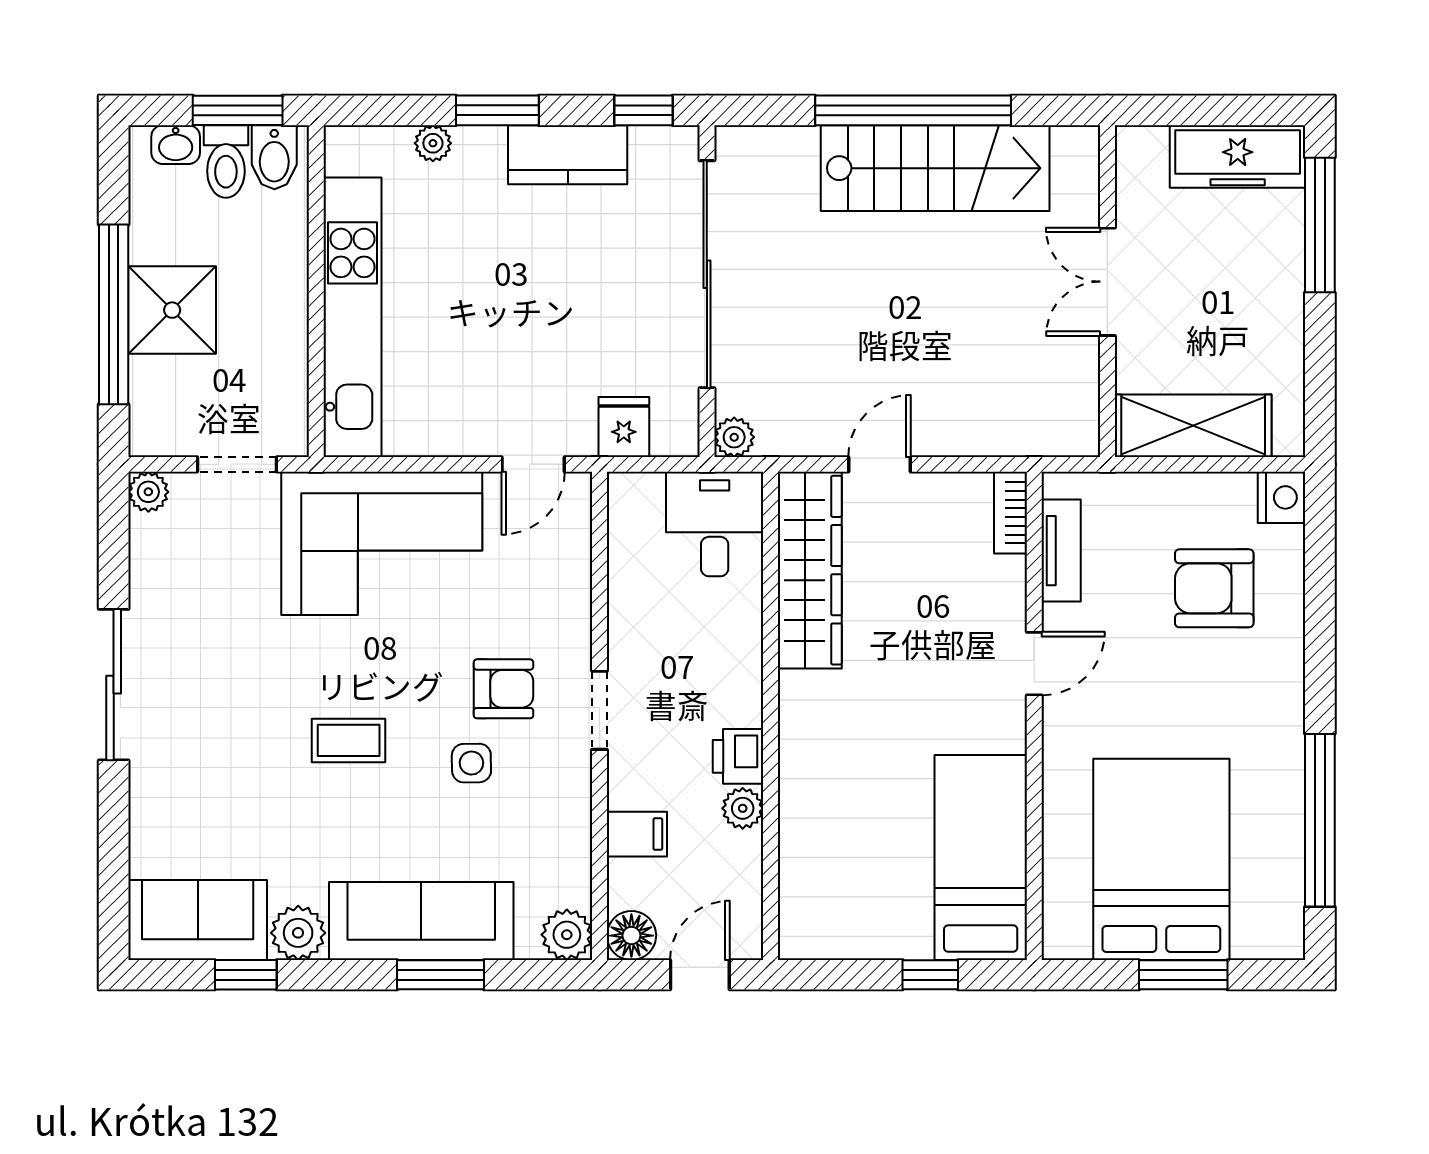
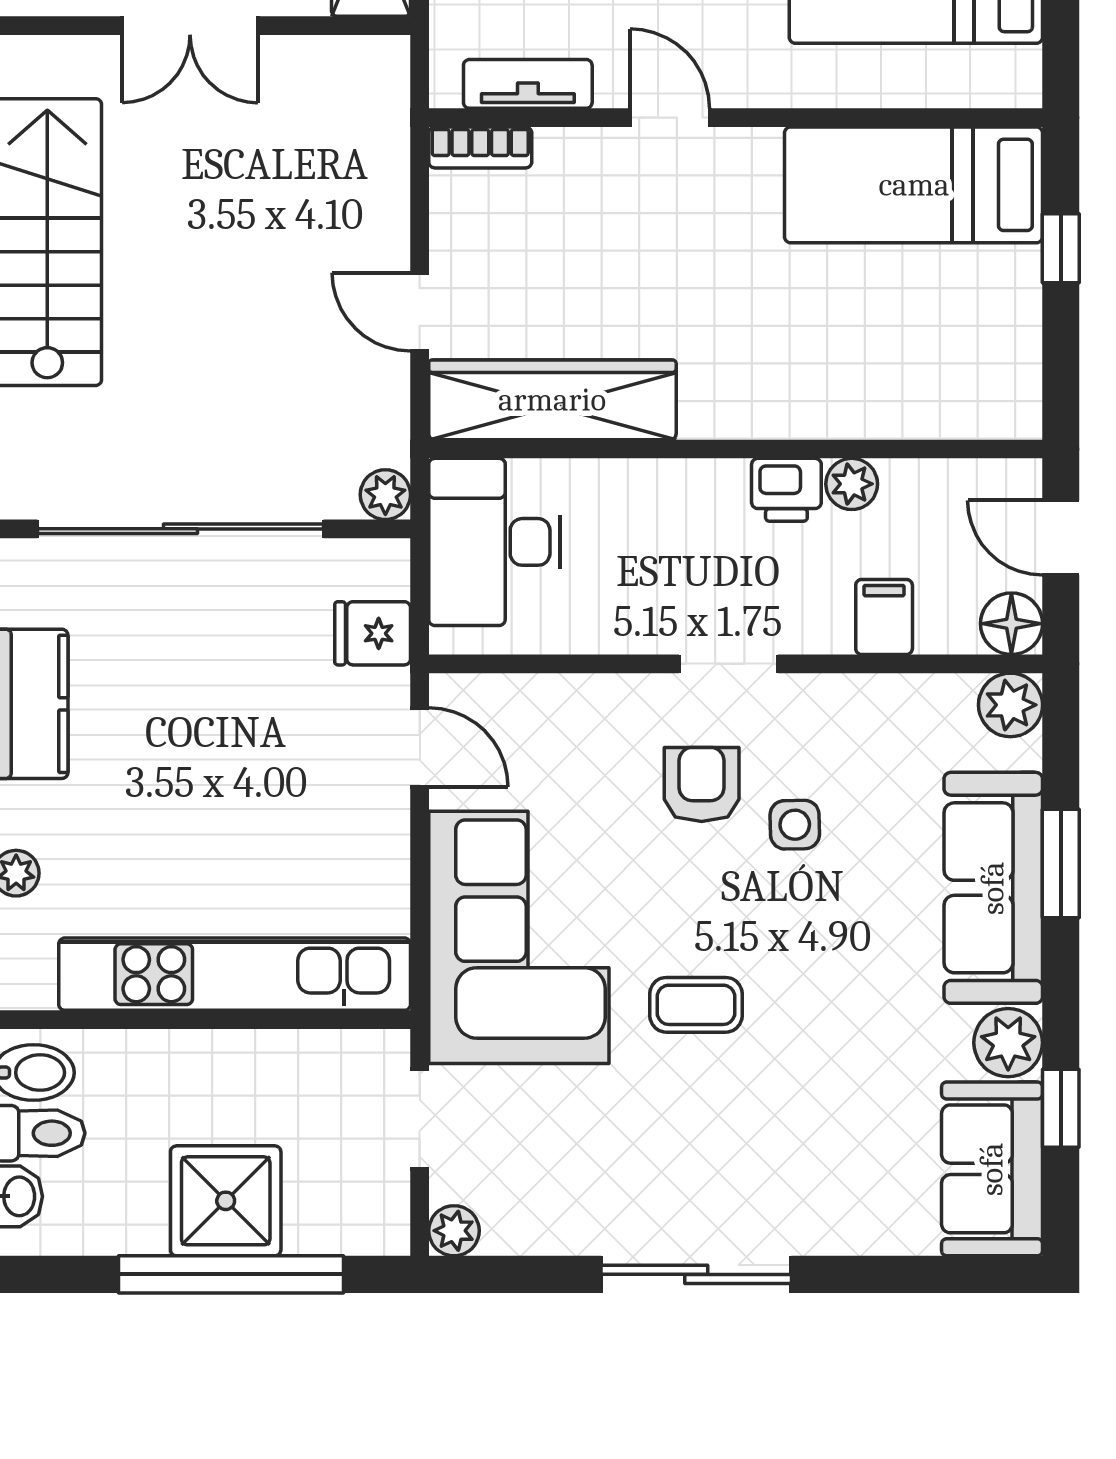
desk: (715, 524) -> (495, 542), width x1.37
coffee table: (349, 740) -> (696, 1005), moved, turned 90

